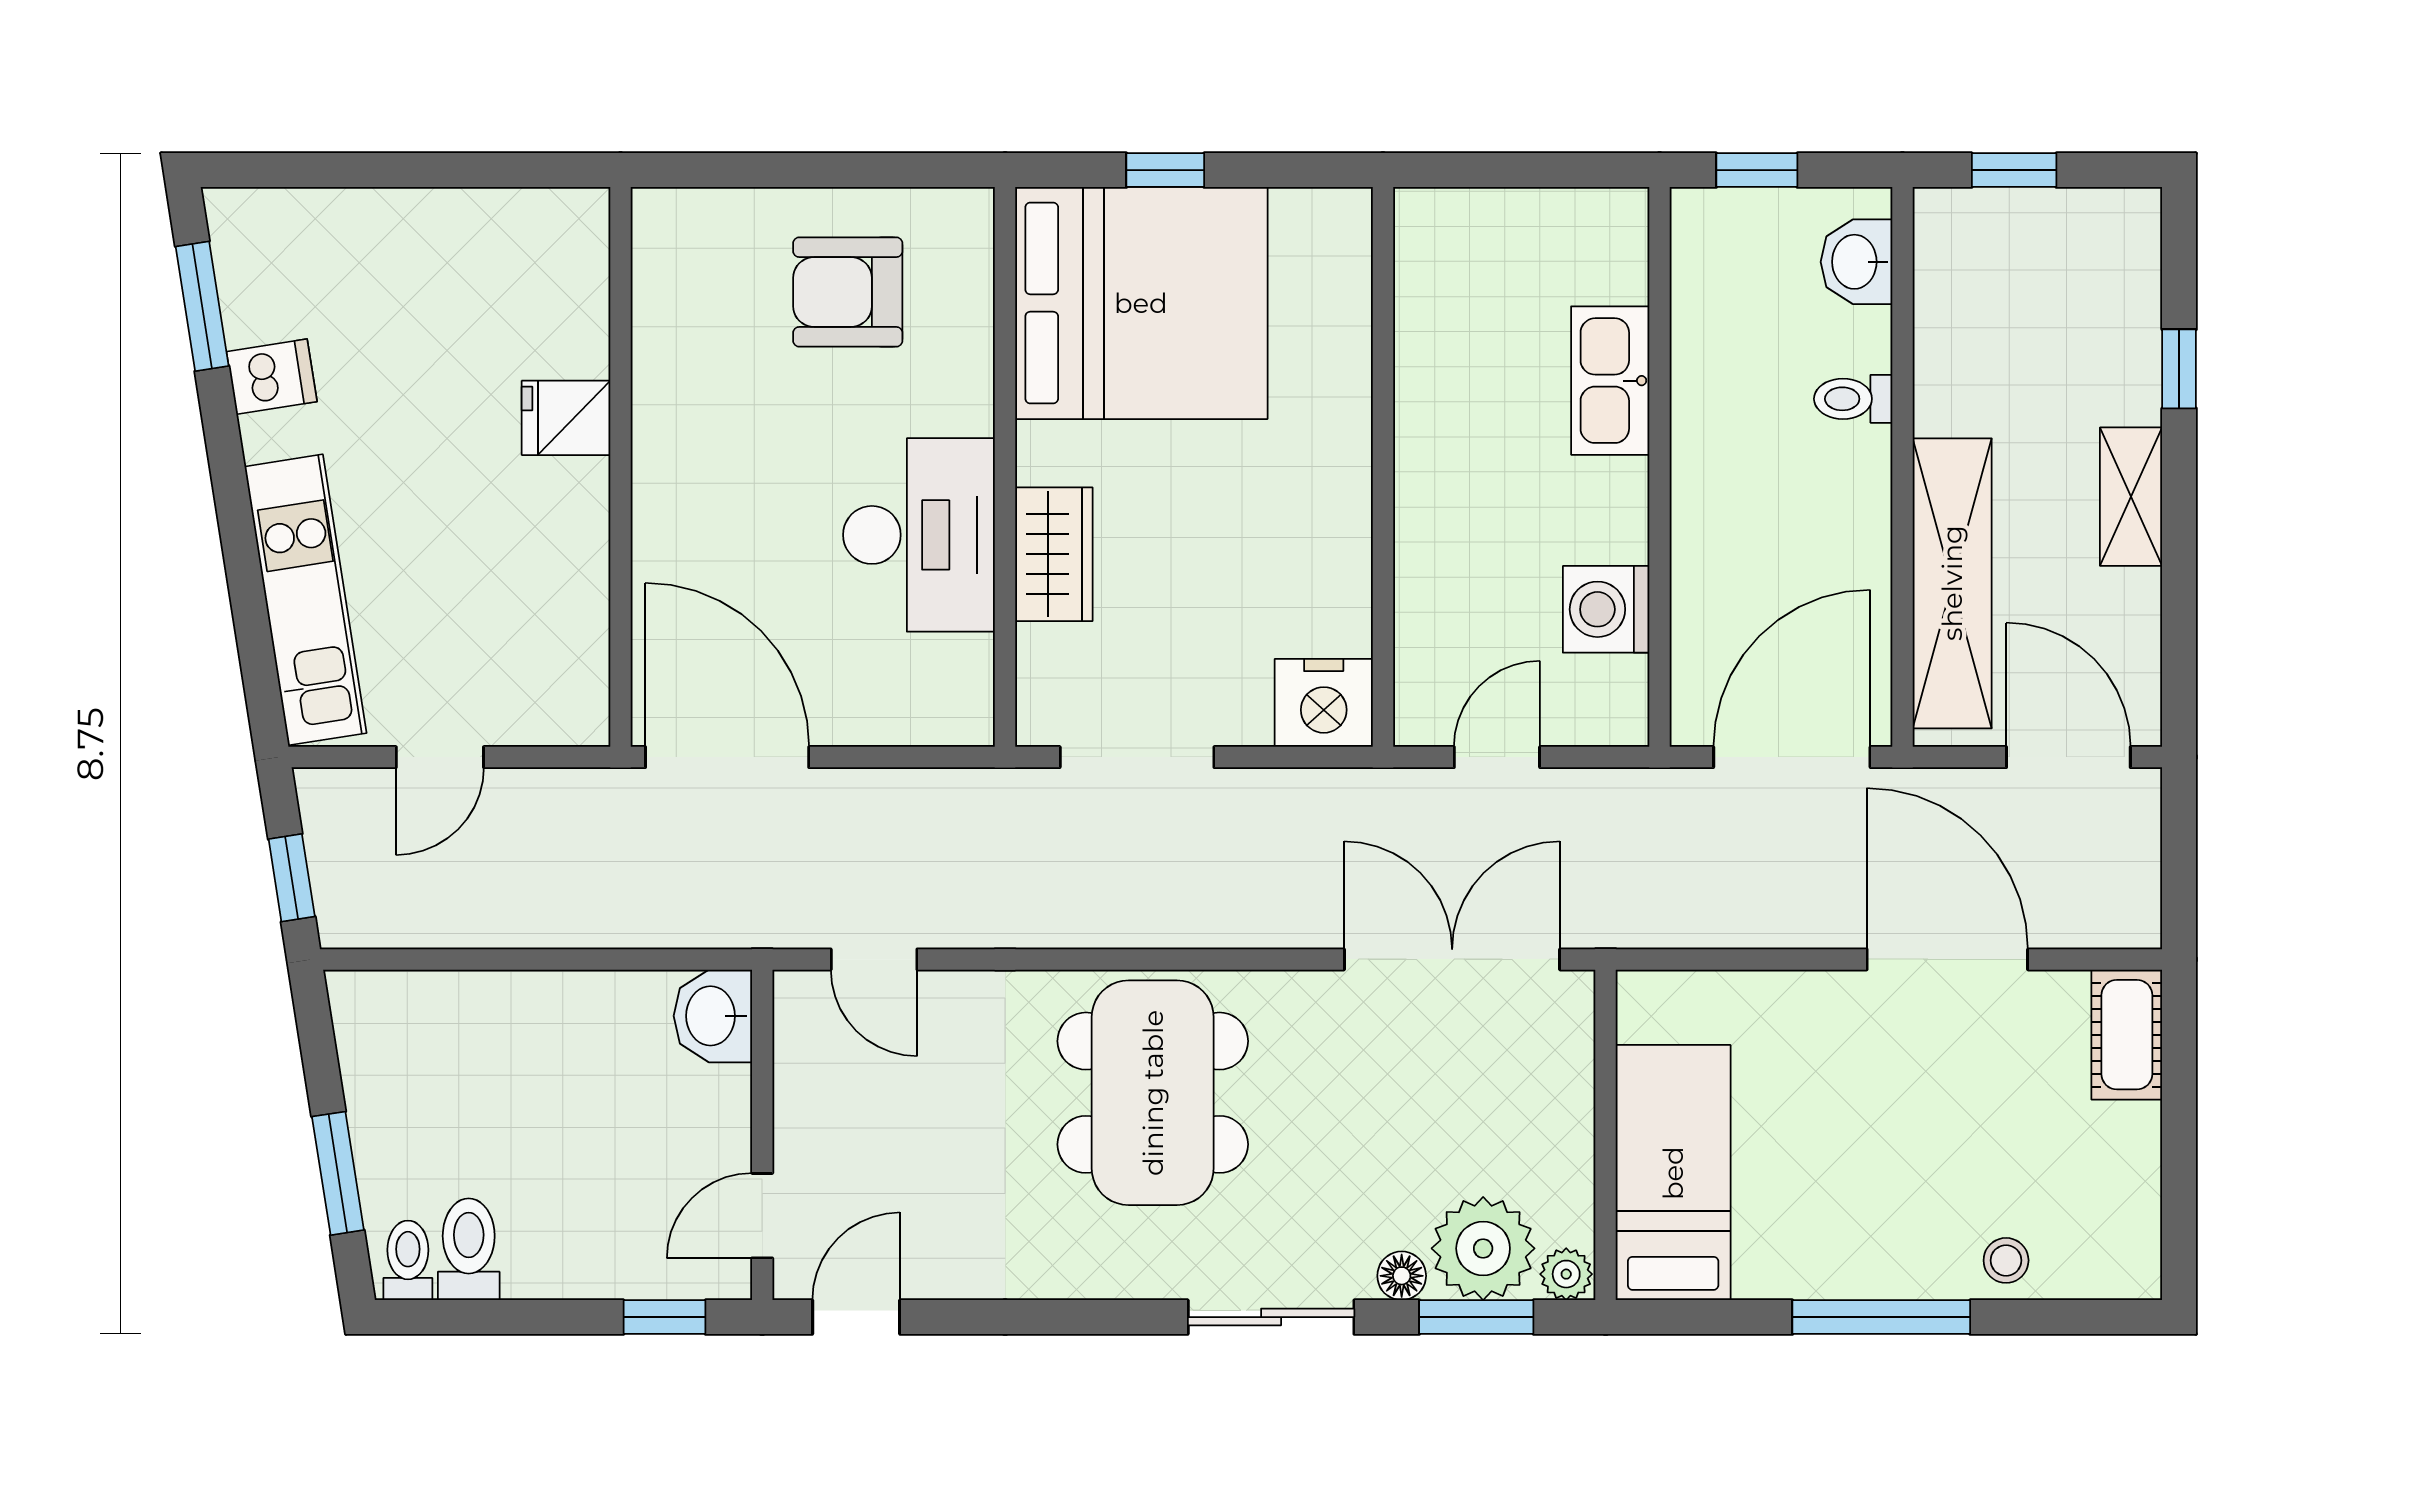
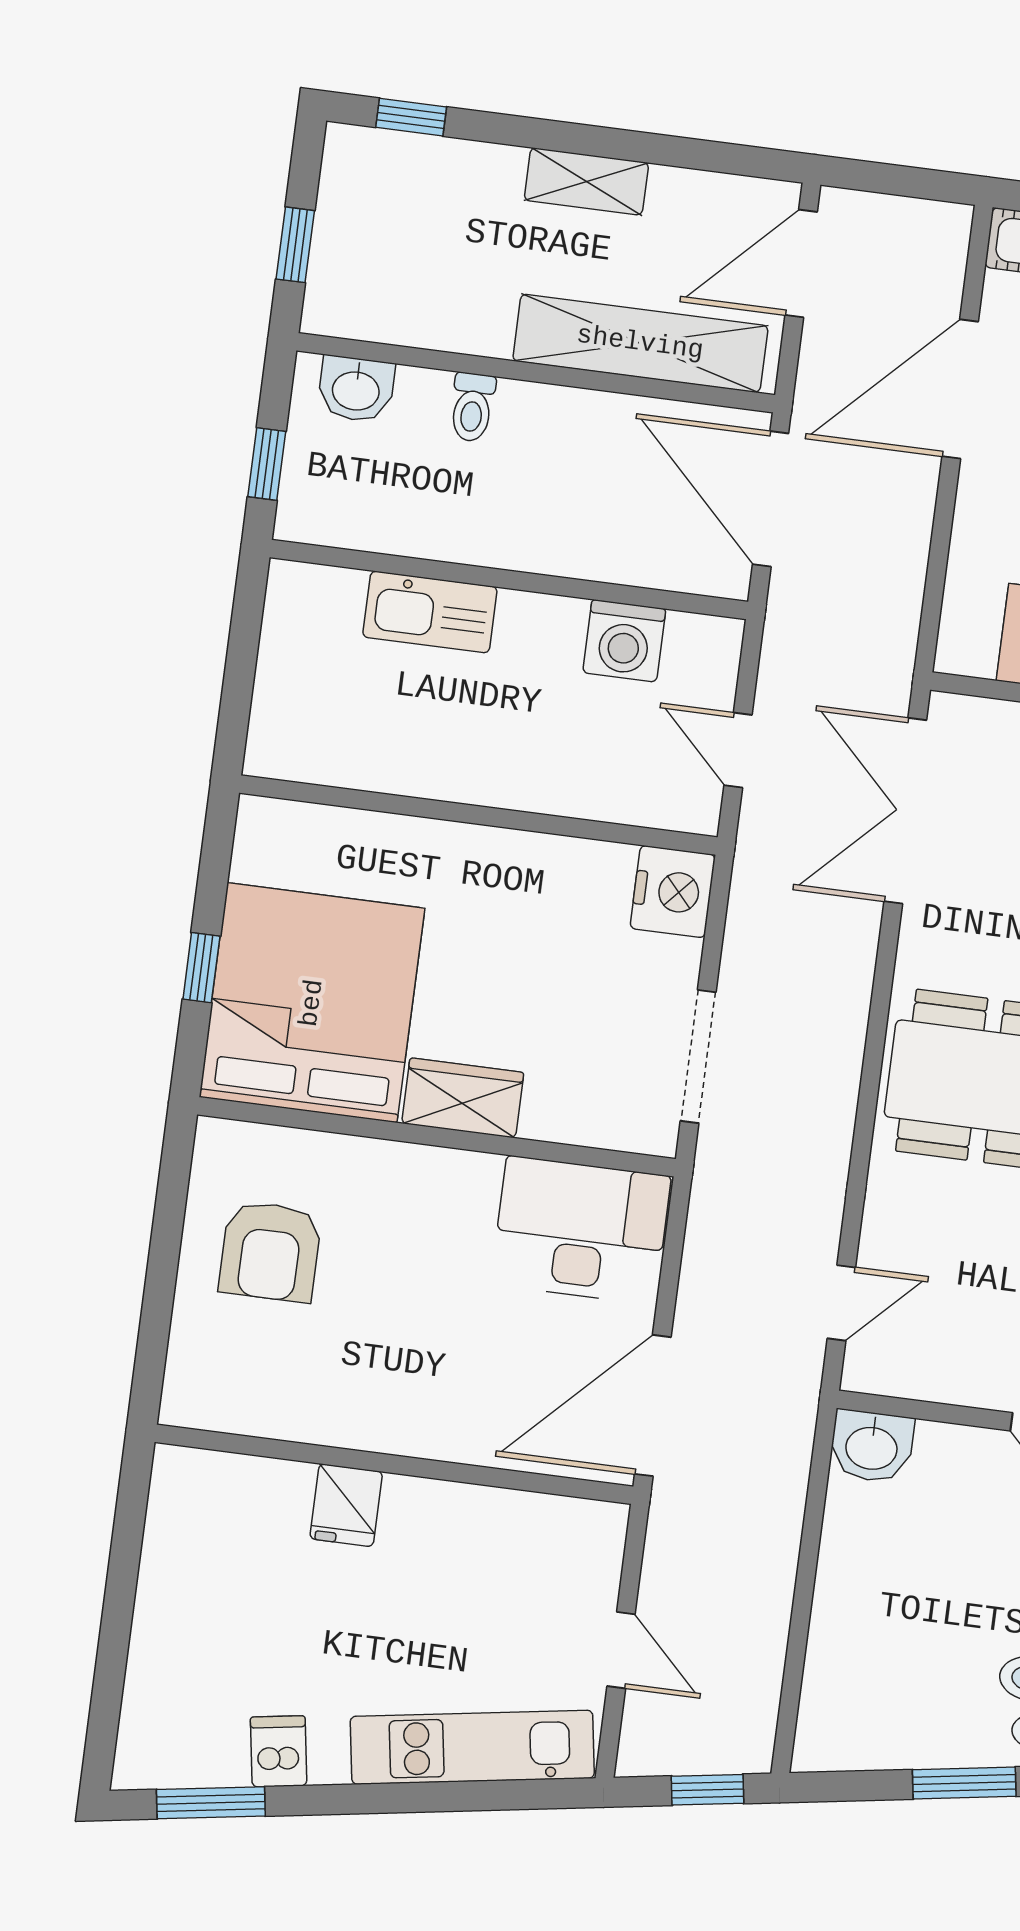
window: (2179, 369) -> (411, 117), moved
desk: (919, 535) -> (581, 1230), moved
wardrobe: (1054, 554) -> (463, 1098), moved

